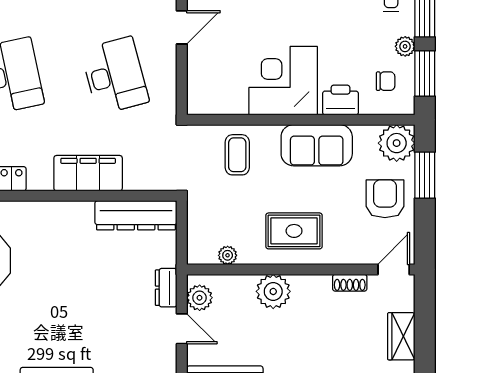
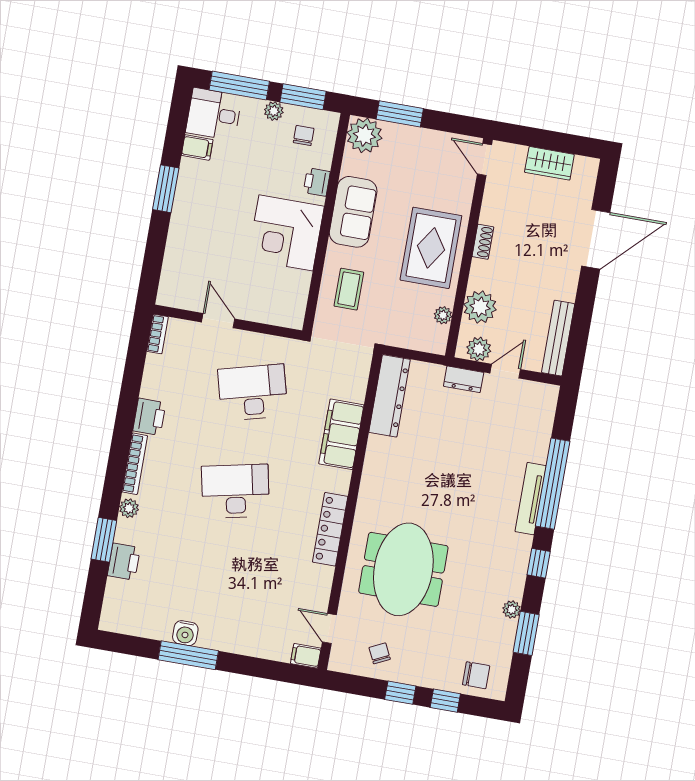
printer: (340, 100) -> (317, 182), width x0.73, depth x0.81
coffee table: (237, 155) -> (349, 289), turned 90
armchair: (385, 199) -> (416, 156), removed
rug: (294, 231) -> (431, 248), width x1.36, depth x1.43
shoe rack: (350, 283) -> (483, 242), moved
plant: (273, 291) -> (480, 307), moved

